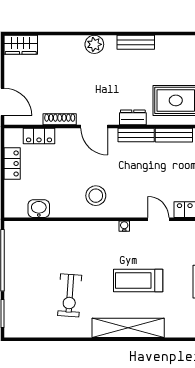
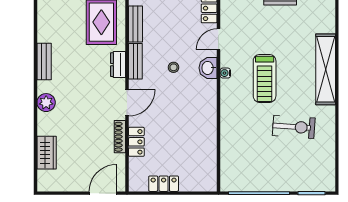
wardrobe: (21, 45) -> (47, 153), moved
locker: (39, 136) -> (136, 142), moved
stool: (96, 196) -> (174, 67), moved, width x0.53, depth x0.53
washbasin: (39, 209) -> (208, 68), moved
treadmill: (138, 281) -> (265, 78), moved

